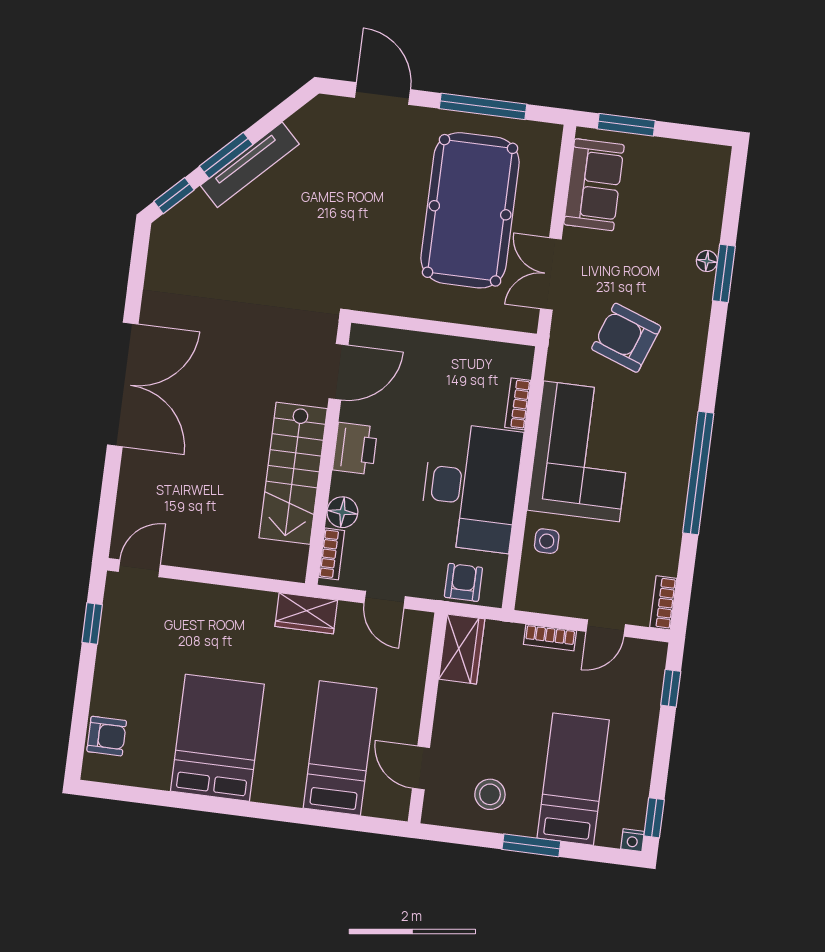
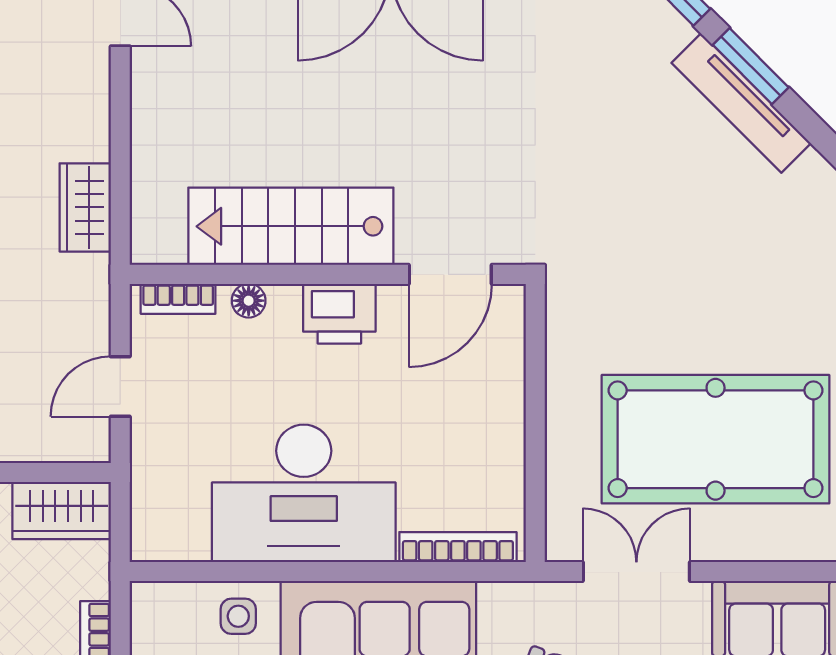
door: (338, 372) -> (450, 274), hinge flipped
bookcase: (518, 404) -> (458, 547), width x1.56
floor lamp: (342, 512) -> (249, 301), width x0.73, depth x0.73
armchair: (463, 582) -> (161, 500), removed
wardrobe: (306, 613) -> (85, 207), moved

